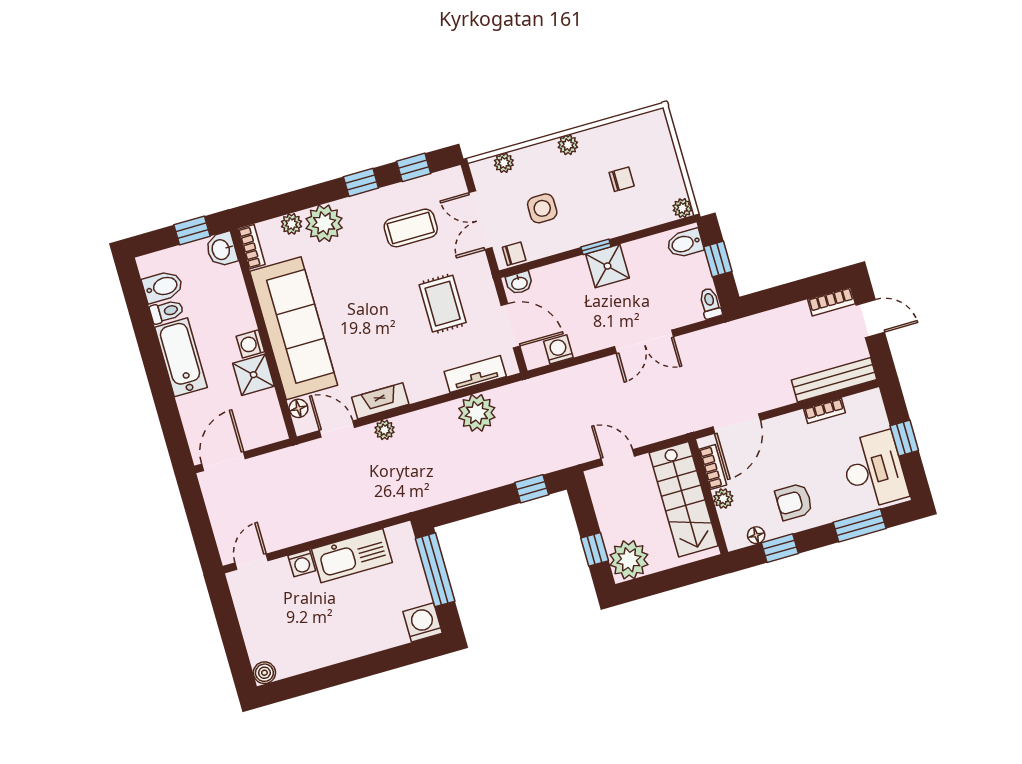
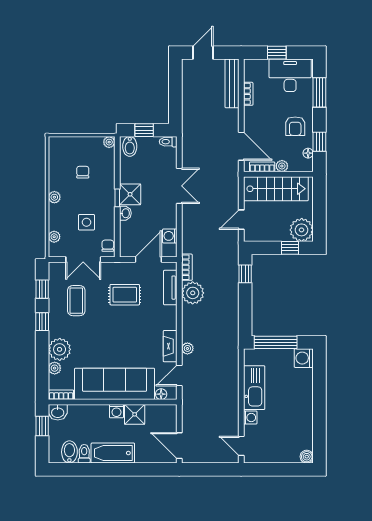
washbasin: (519, 283) -> (125, 213), moved
bookcase: (831, 302) -> (187, 267), moved

